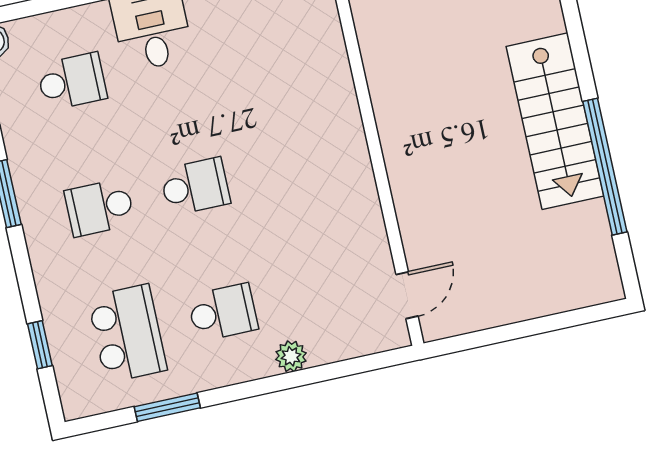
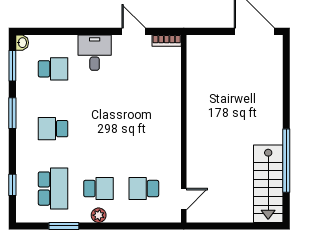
stairs: (555, 121) -> (268, 184), moved
school desk: (195, 186) -> (144, 189), moved, turned 180
plant: (291, 356) -> (99, 215), moved

